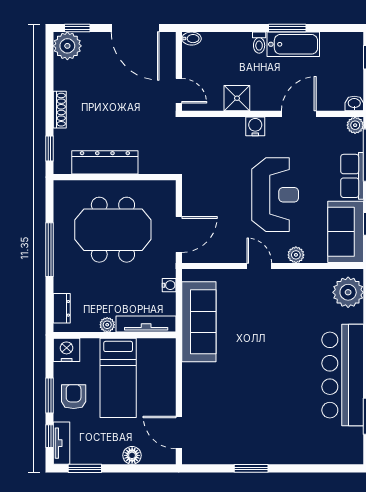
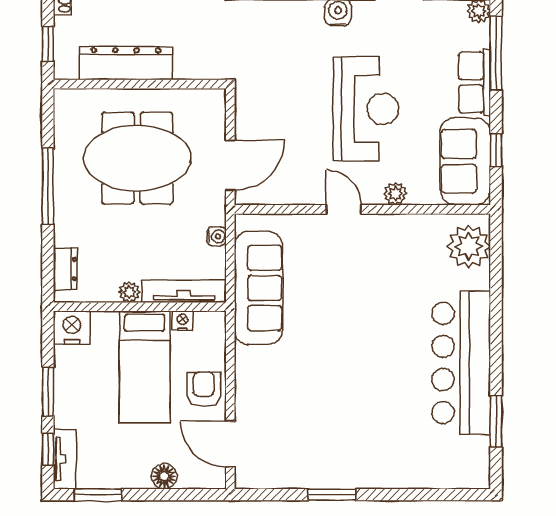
nightstand: (145, 345) -> (183, 321), added
armchair: (74, 397) -> (204, 389), moved

